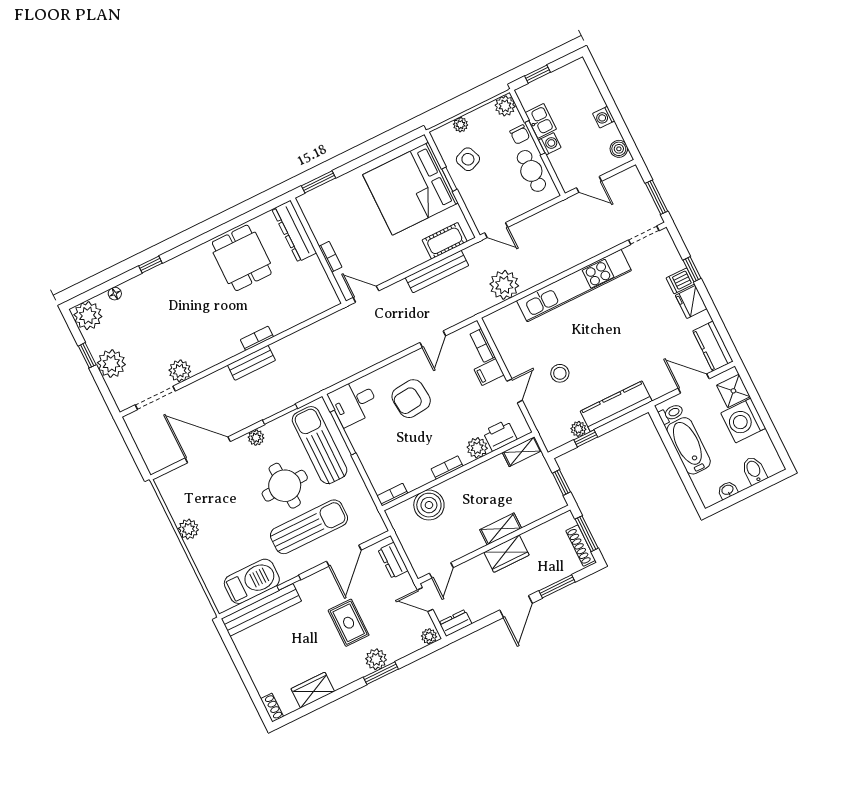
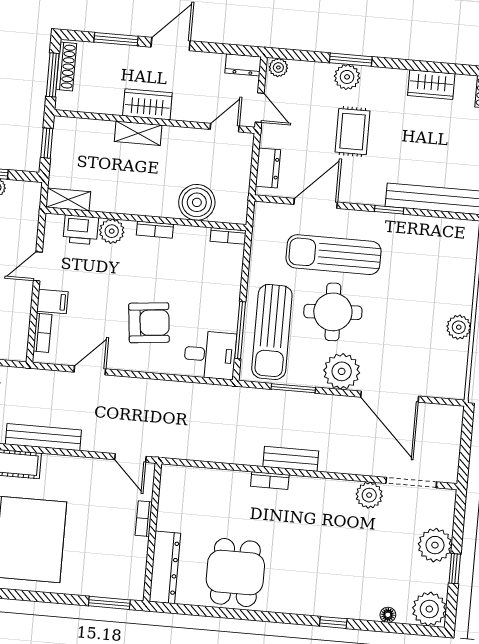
plant: (256, 438) -> (342, 371), width x1.88, depth x1.88
barbecue: (252, 581) -> (426, 234), removed

